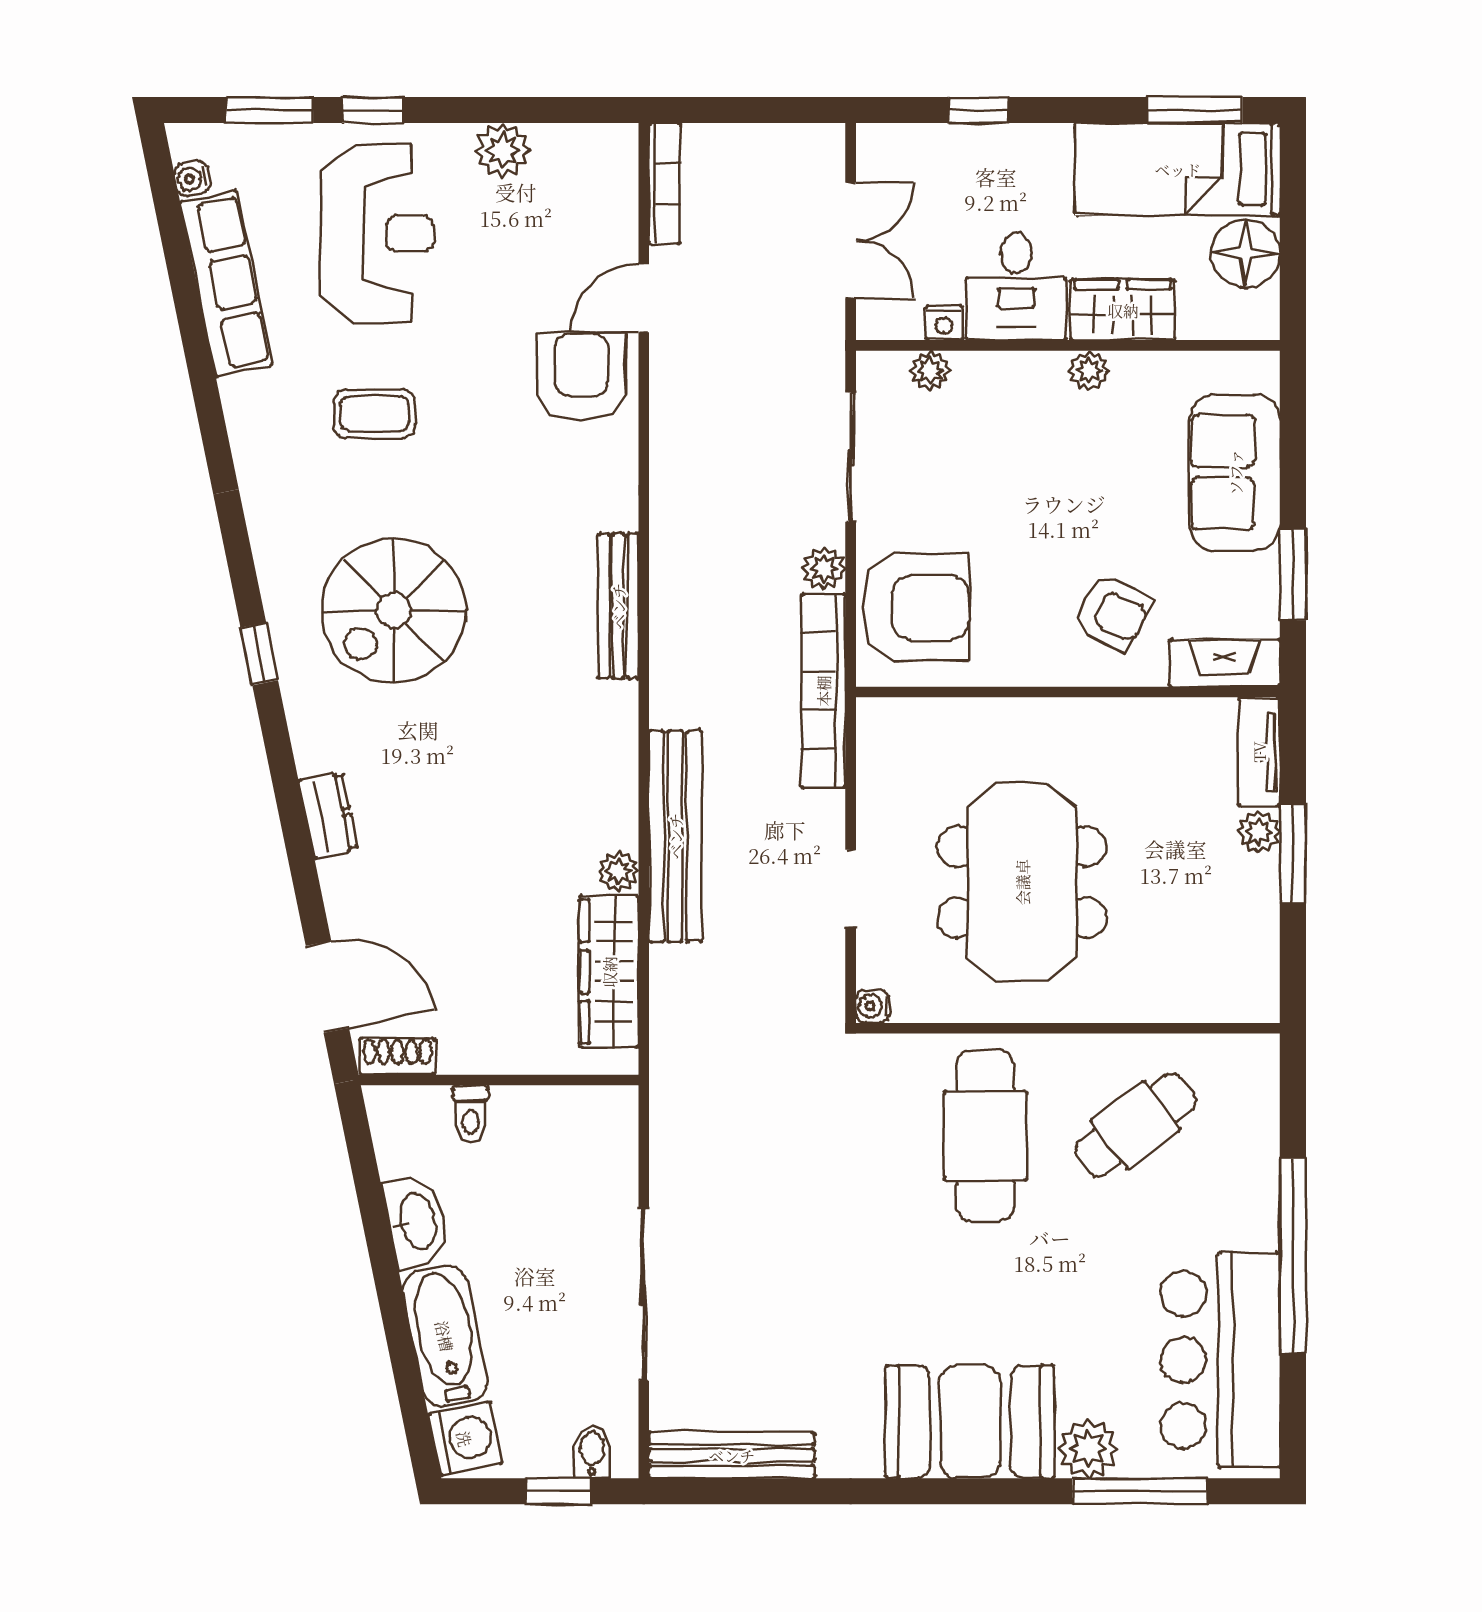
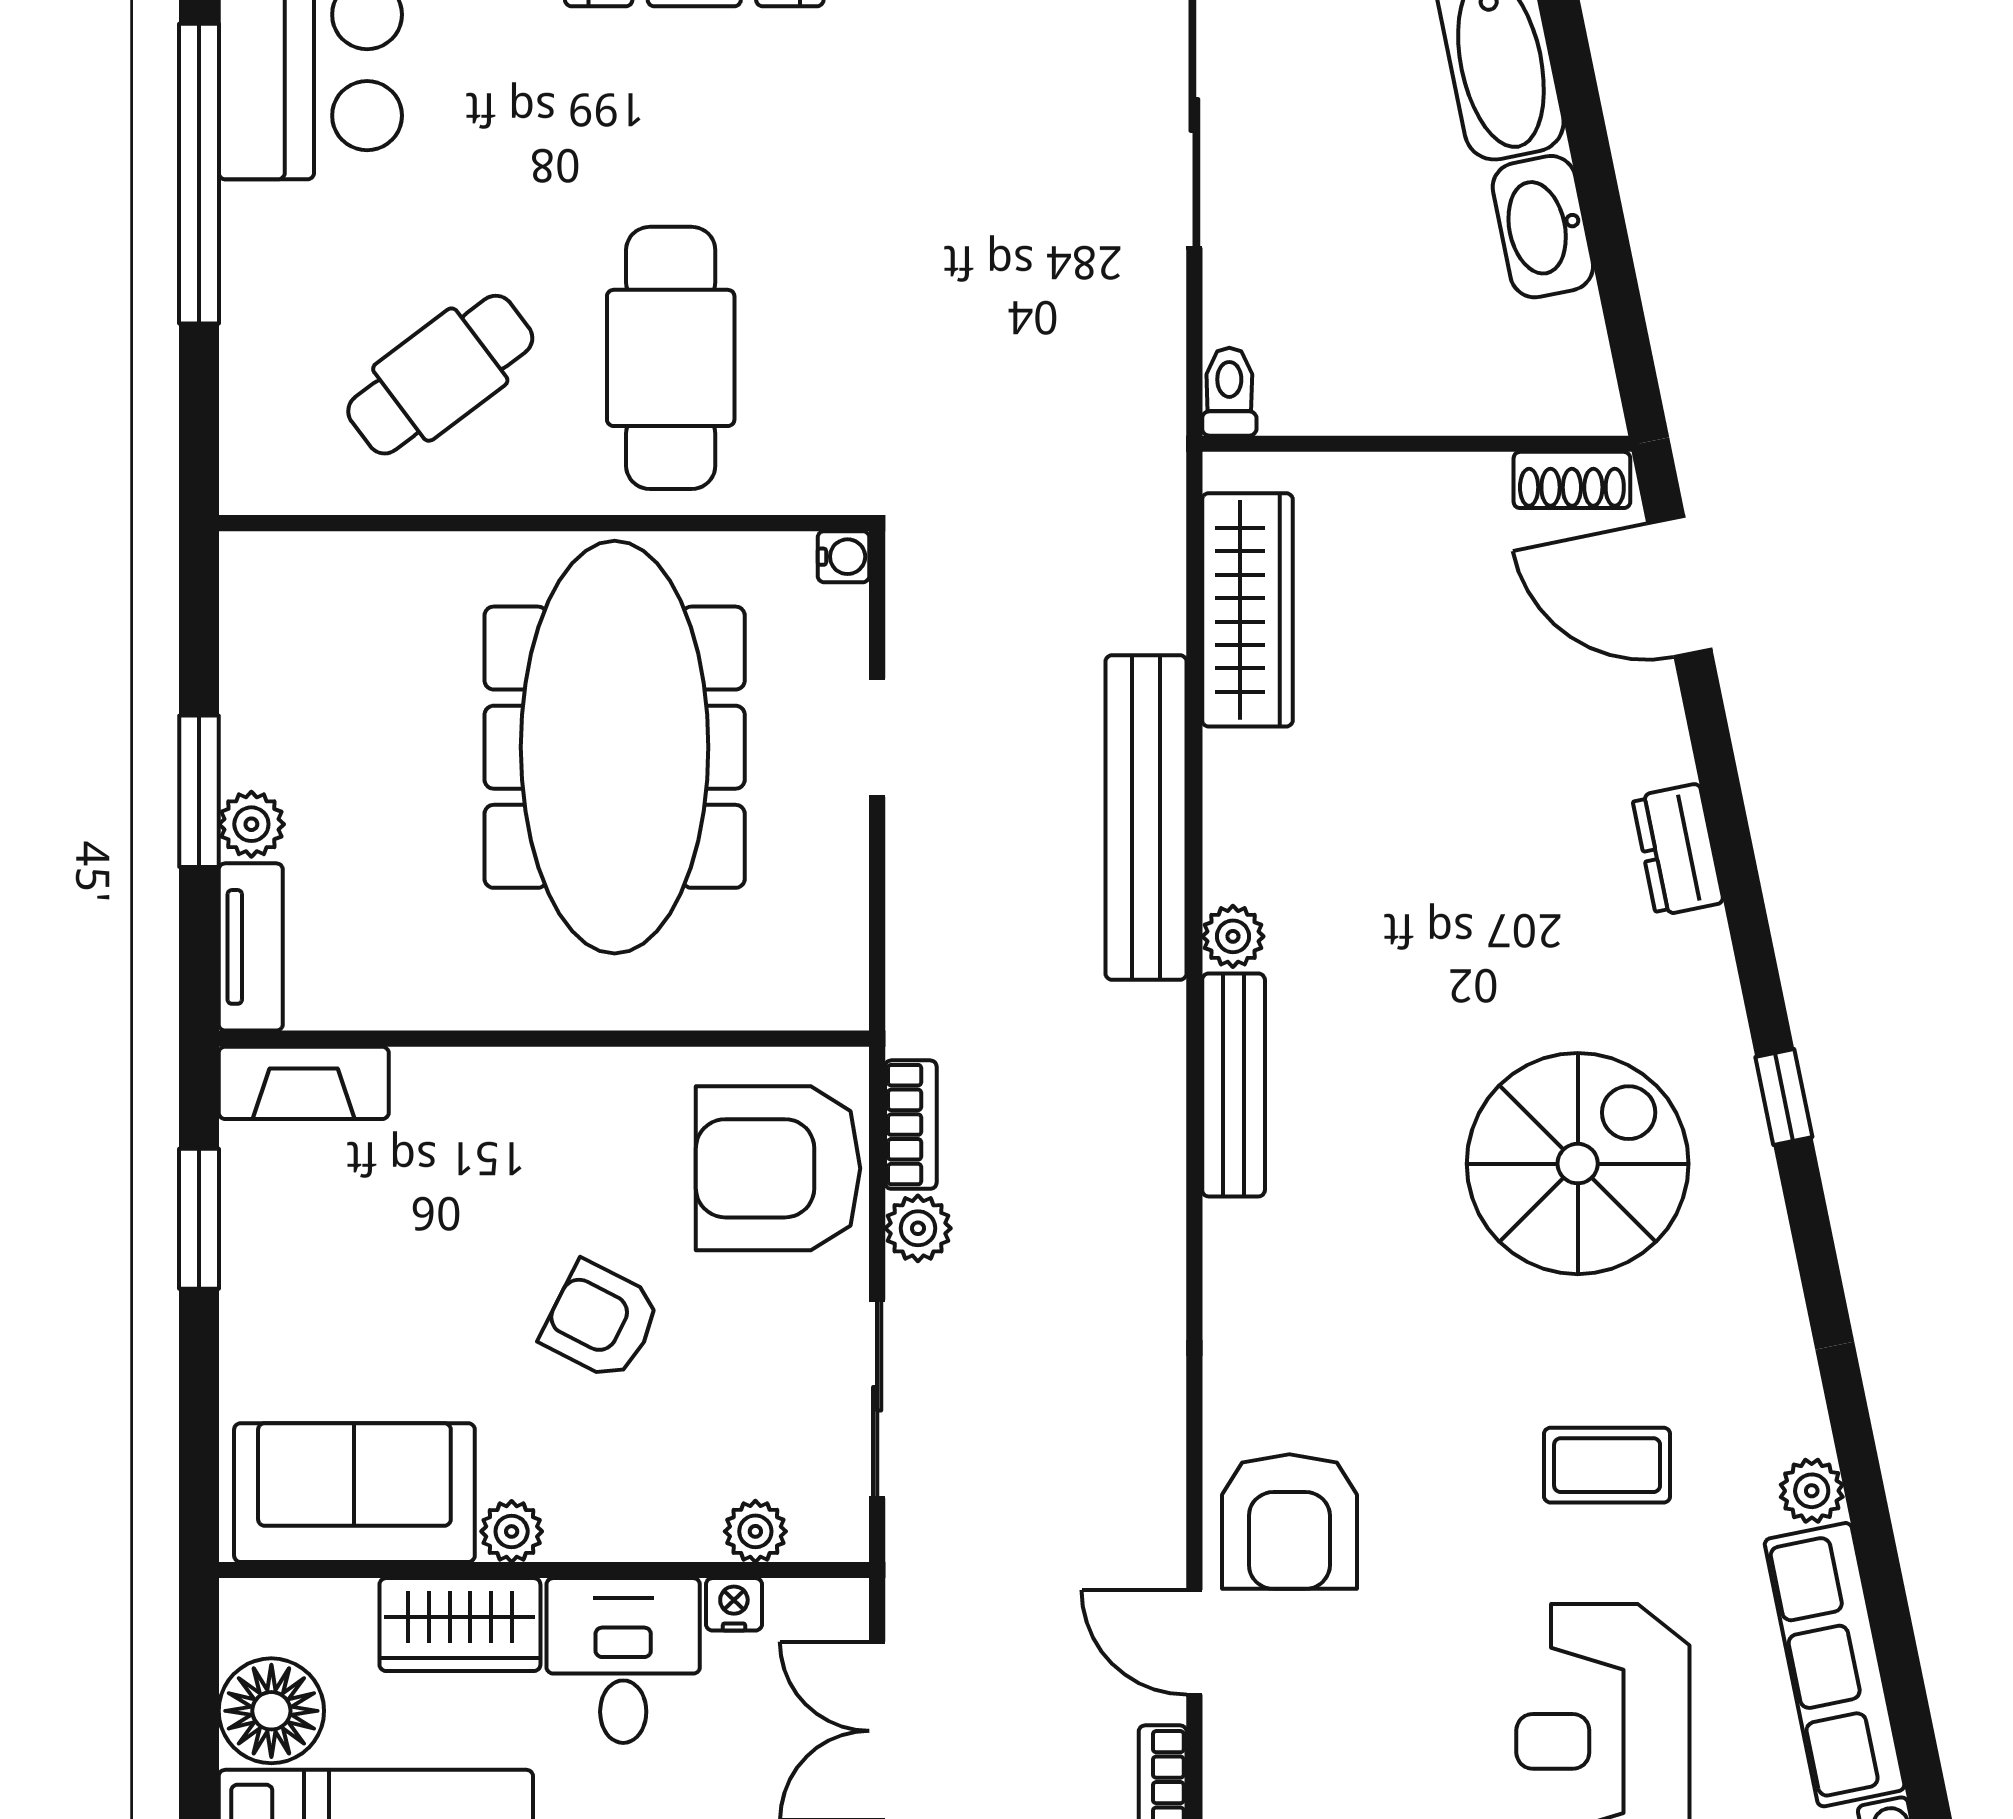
door: (644, 298) -> (1194, 1642), swing flipped
plant: (241, 397) -> (1812, 1491), added
sofa: (1235, 472) -> (354, 1493), moved, turned -90
bench: (618, 606) -> (1234, 1085), moved
armchair: (1112, 612) -> (601, 1321), moved
bookcase: (823, 691) -> (911, 1125), width x0.43, depth x0.76
plant: (619, 871) -> (1233, 936), moved
meeting table: (1022, 882) -> (615, 747), width x1.36
toilet: (471, 1114) -> (1229, 392), moved

